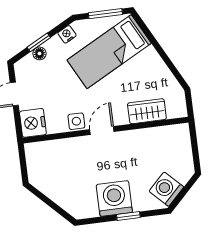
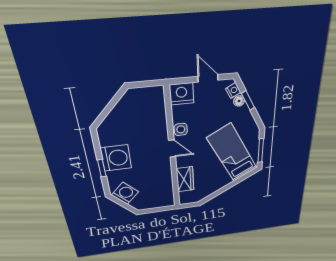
nightstand: (67, 34) -> (233, 90), moved

